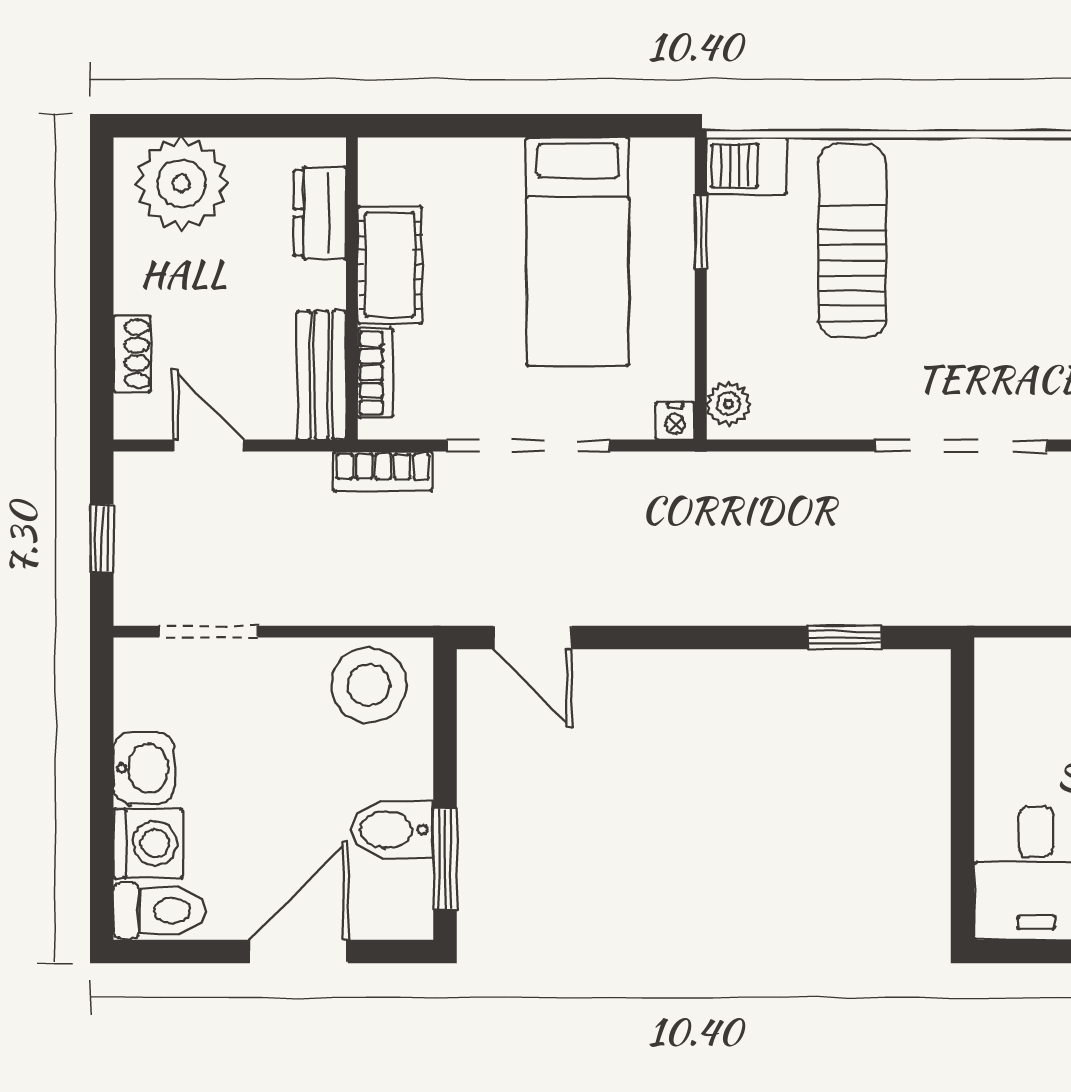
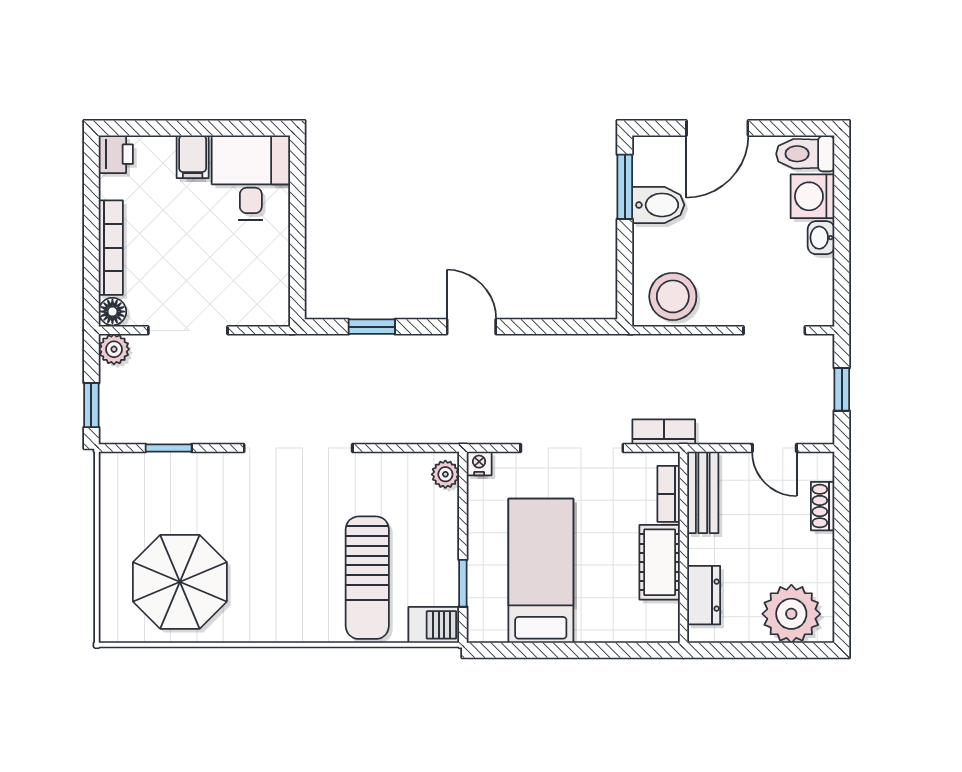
door: (532, 637) -> (471, 327), moved
washbasin: (144, 768) -> (821, 238), width x0.72, depth x0.69

